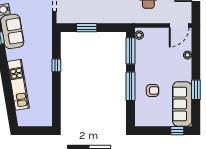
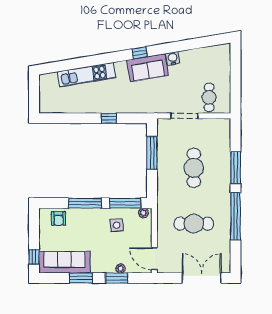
window: (87, 28) -> (152, 153), width x1.44
window: (196, 58) -> (117, 278), added
side table: (150, 59) -> (117, 225), added
armchair: (152, 90) -> (59, 218), moved

